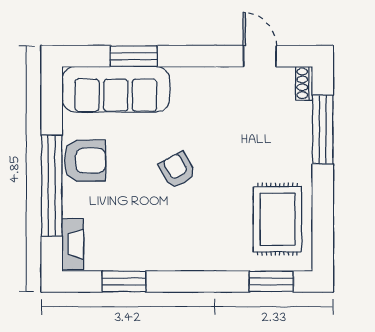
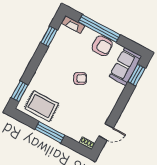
window: (134, 56) -> (137, 75), moved
sofa: (116, 89) -> (125, 66), width x0.73
window: (323, 129) -> (50, 132), moved
armchair: (85, 161) -> (102, 46), turned -90

